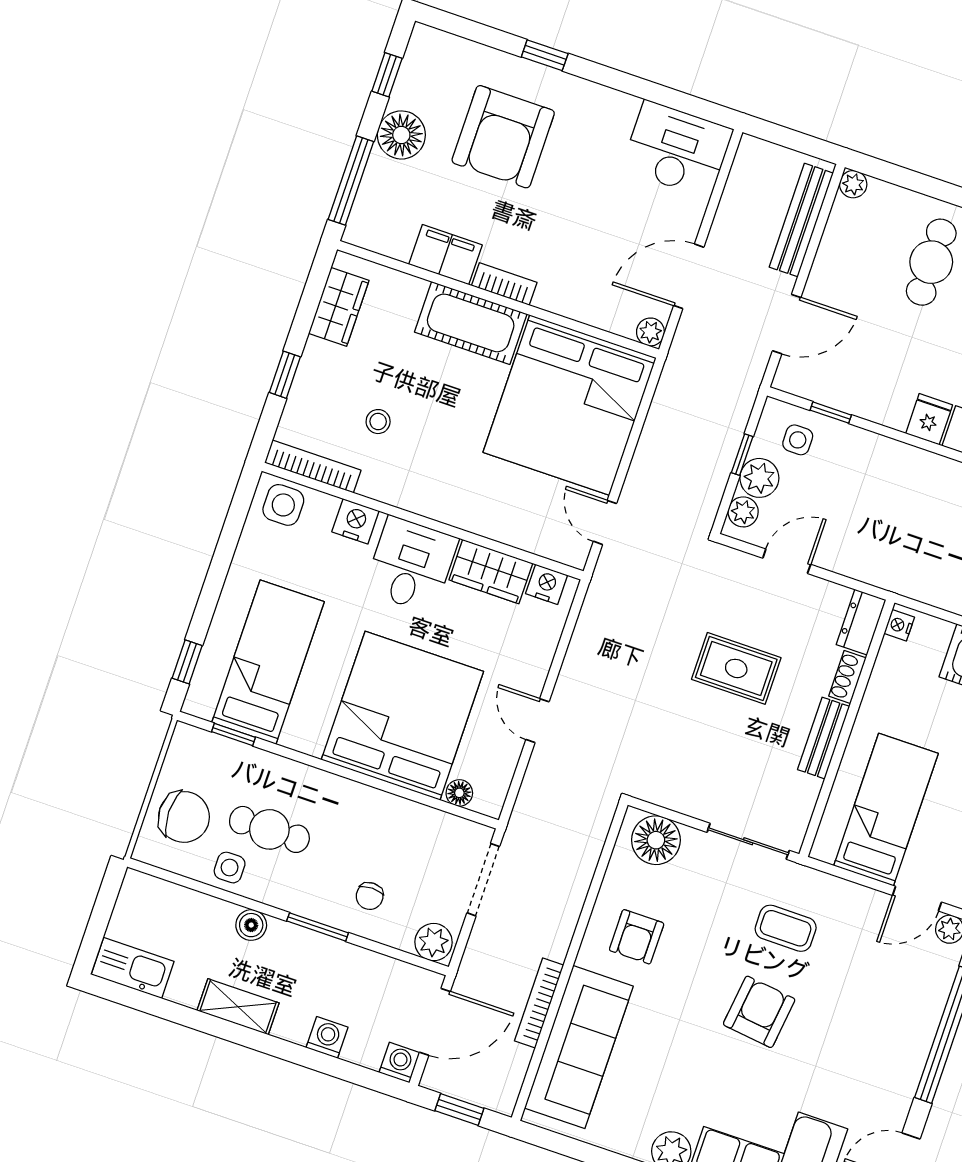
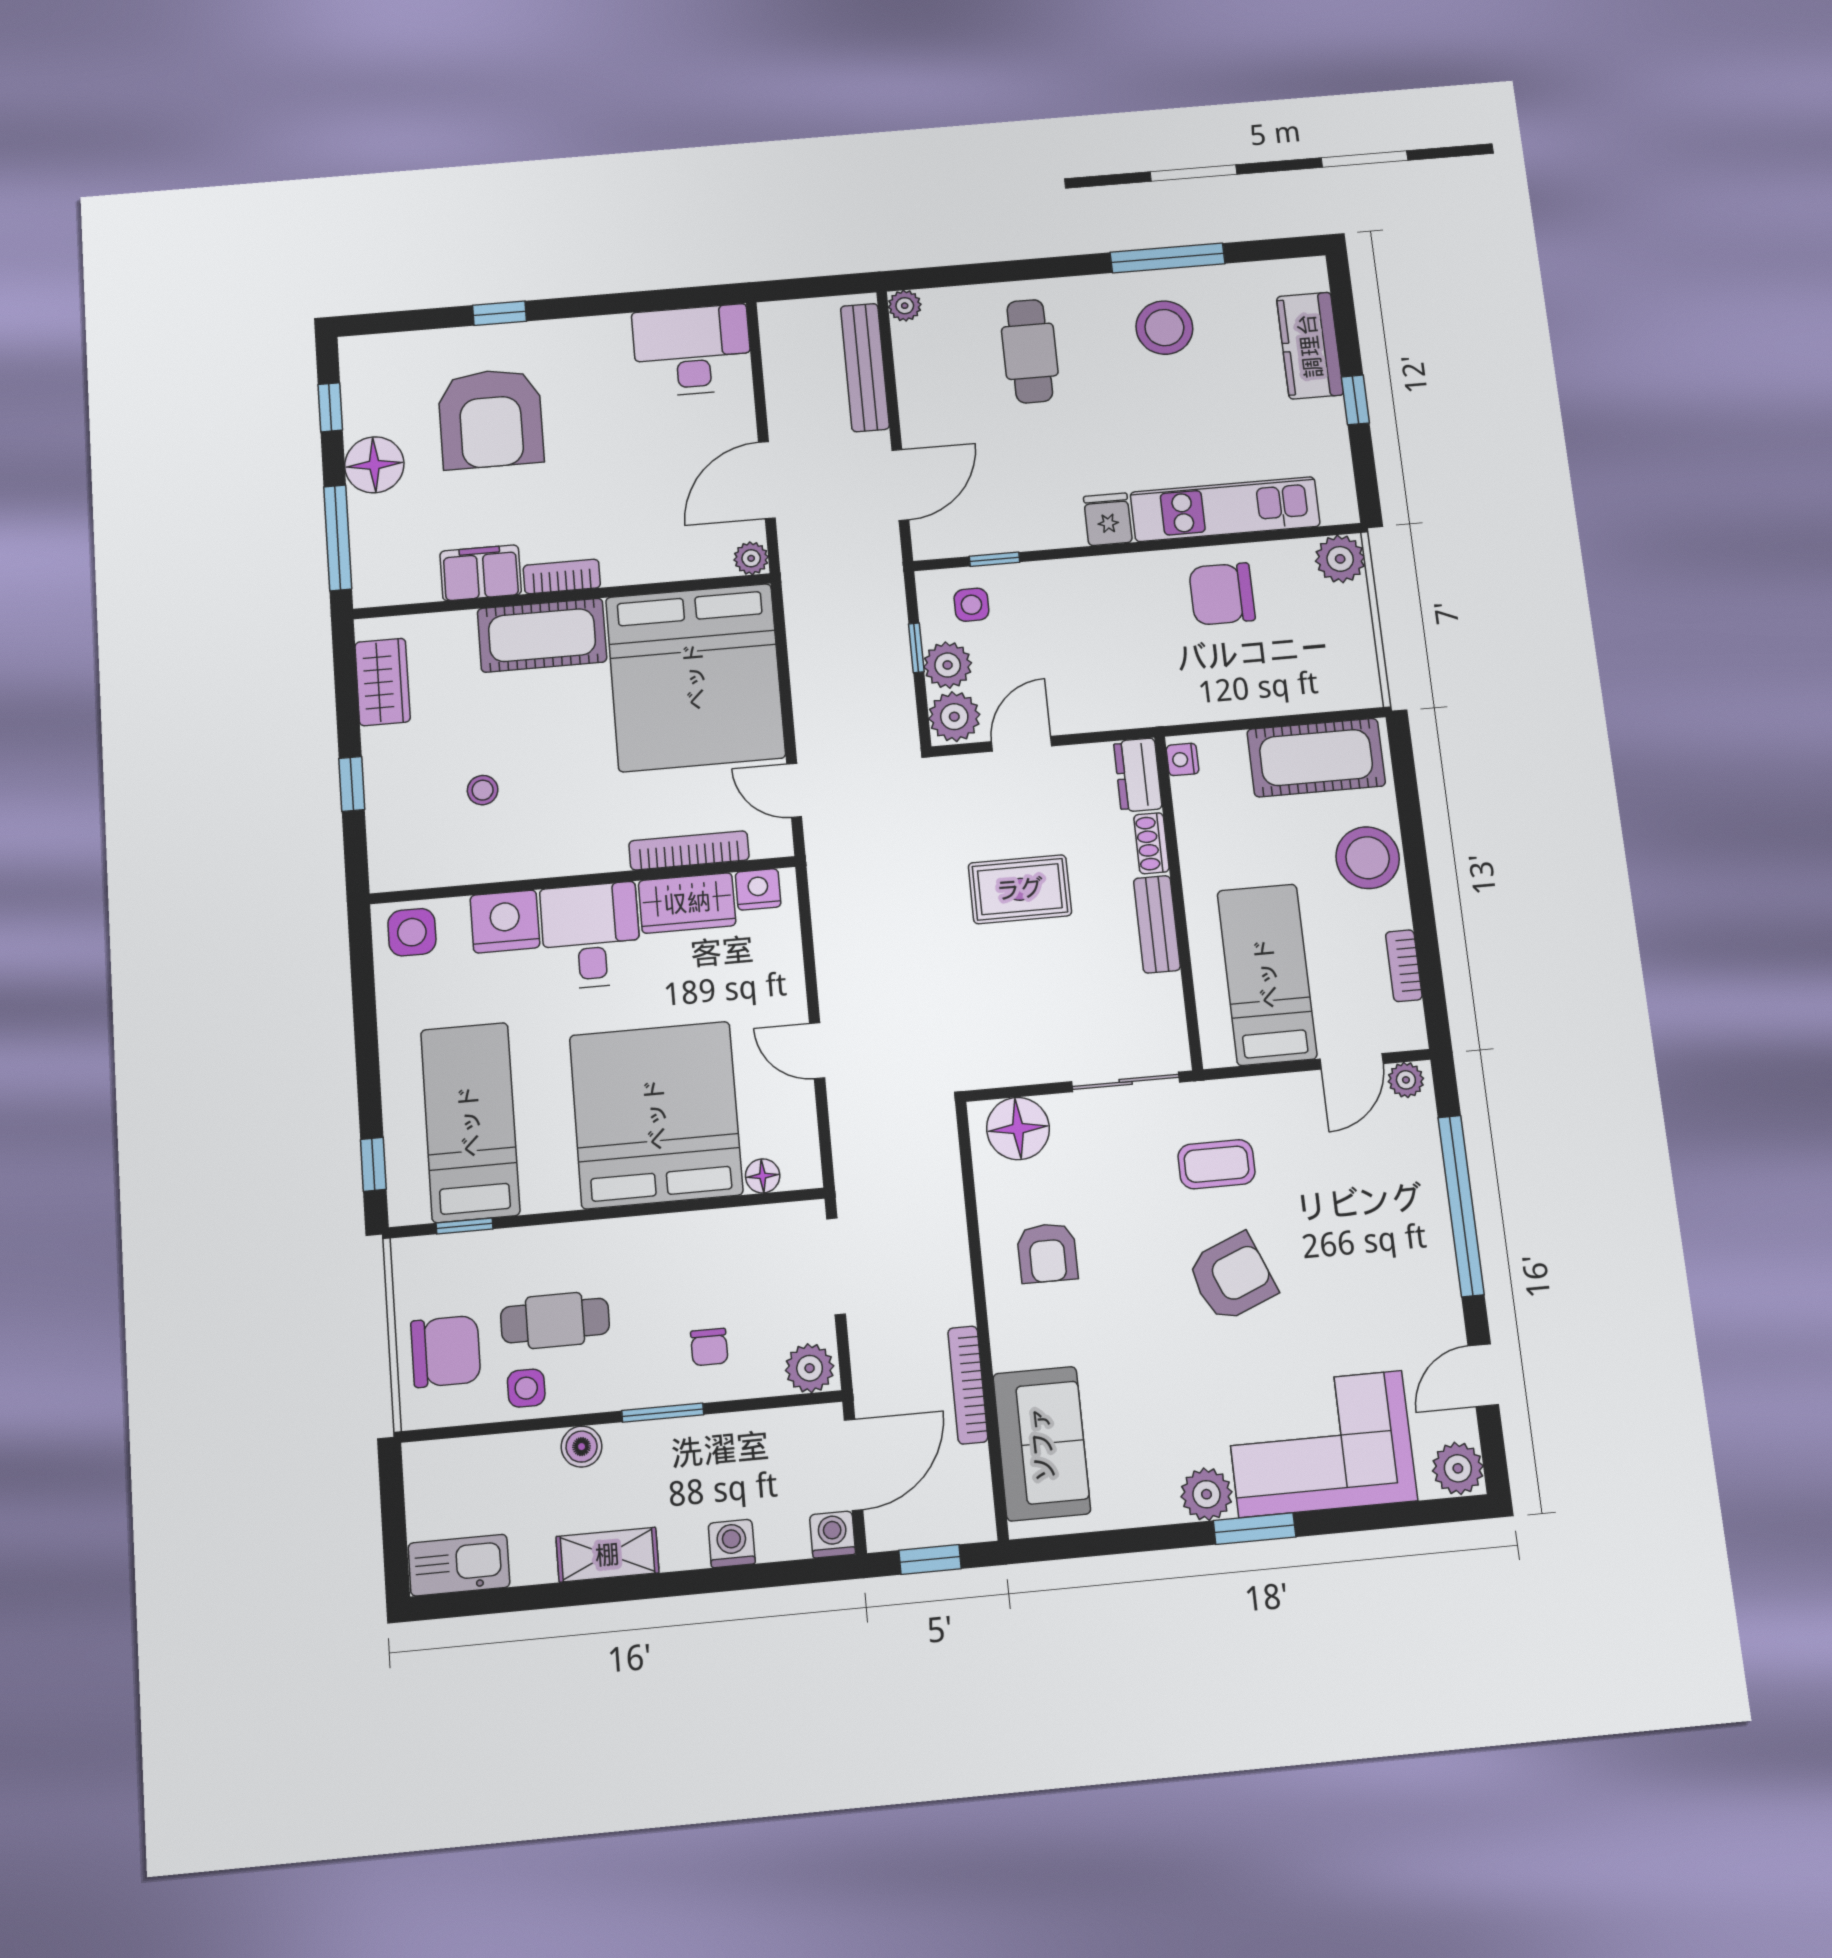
bookcase: (313, 466) -> (689, 850), moved
plant: (743, 512) -> (954, 717), width x1.38, depth x1.38
nightstand: (355, 521) -> (505, 922), width x1.36, depth x1.33
armchair: (759, 1012) -> (1232, 1277), turned 61
sofa: (579, 1047) -> (1042, 1444), width x0.73

